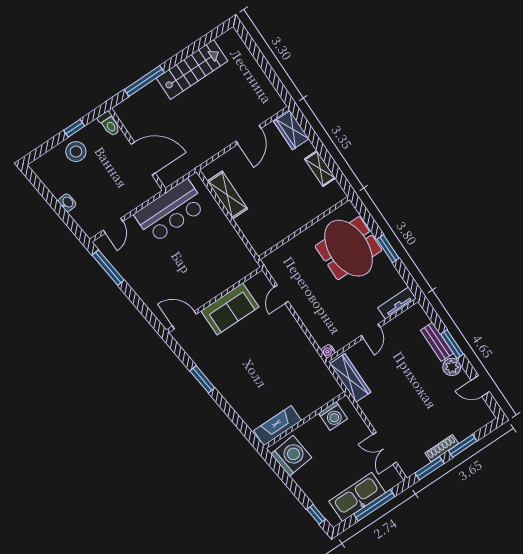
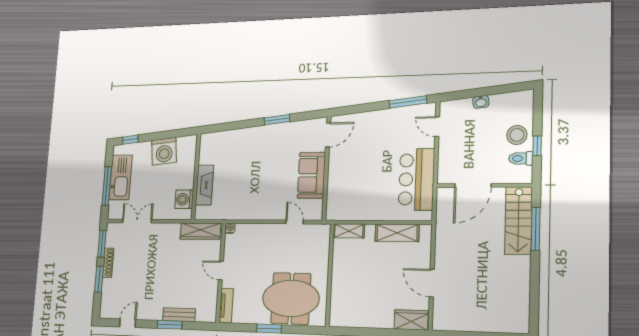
stairs: (192, 70) -> (518, 221), moved
toilet: (109, 124) -> (521, 158), moved
shelving: (320, 169) -> (349, 231), moved
plant: (452, 367) -> (155, 312), removed
fireplace: (278, 426) -> (204, 185), moved
washing machine: (291, 456) -> (164, 151), moved

